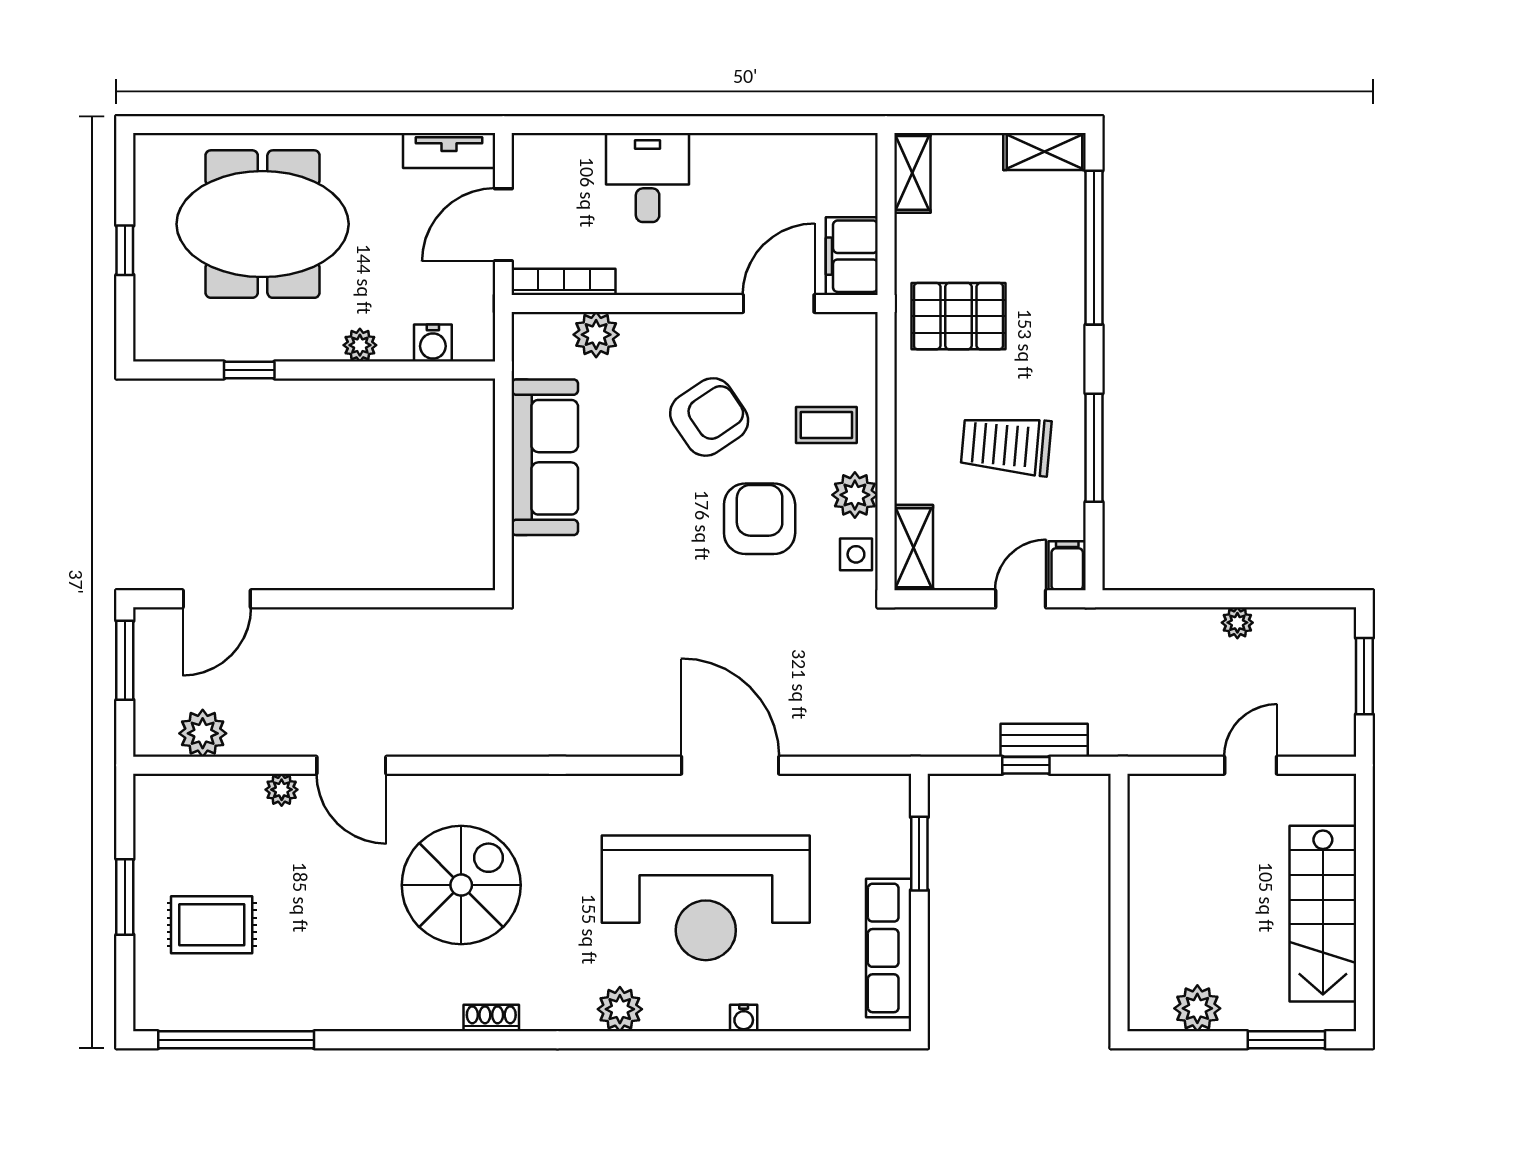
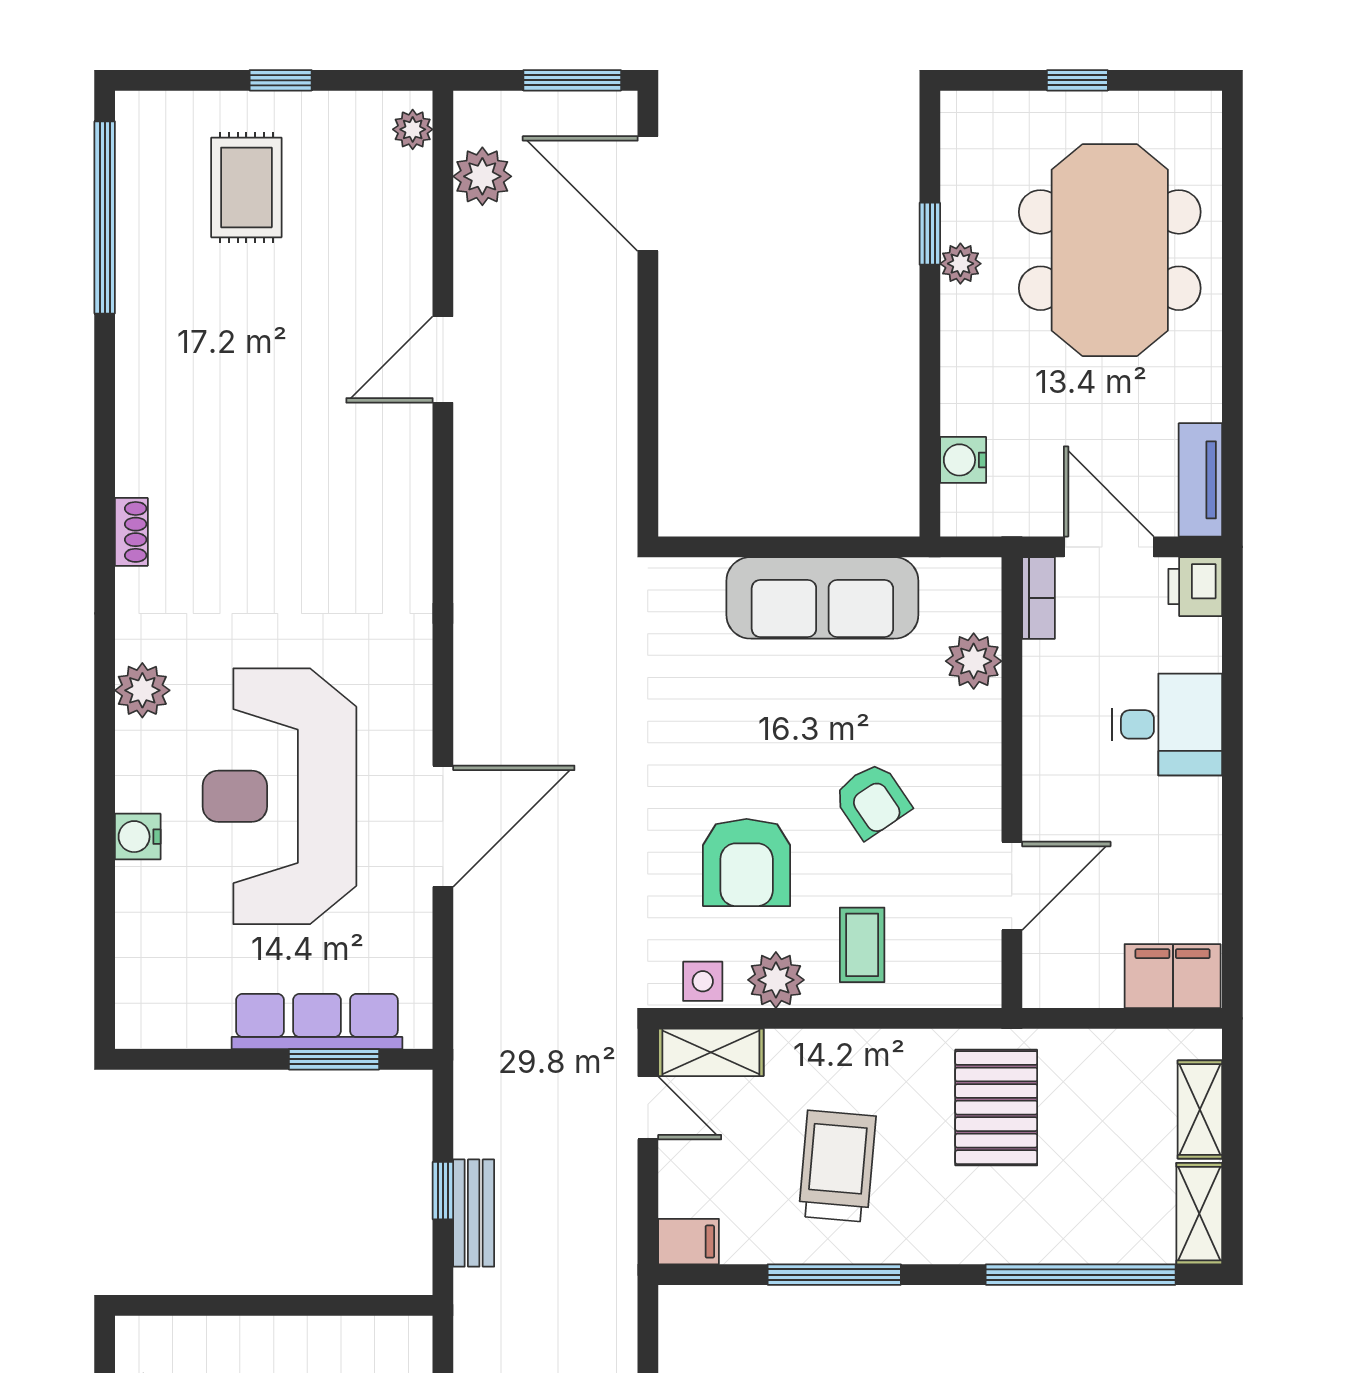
printer: (536, 155) -> (1195, 587), added
shelving: (912, 173) -> (1200, 1109), moved, turned 90
filing cabinet: (852, 256) -> (1173, 976), moved
bookcase: (564, 282) -> (1038, 598), width x0.64
door: (779, 303) -> (1012, 886), hinge flipped
plant: (360, 345) -> (960, 264), moved
armchair: (709, 417) -> (872, 800), width x0.72, depth x0.72
armchair: (760, 519) -> (747, 862), turned 90
door: (217, 599) -> (648, 194), width x1.36
door: (1021, 599) -> (648, 1108), moved
plant: (282, 790) -> (413, 129), moved
spiral stairs: (461, 885) -> (295, 495), removed
window: (125, 897) -> (281, 80), width x0.67
row of seats: (889, 948) -> (317, 1021), moved
water cooler: (744, 1018) -> (138, 837), width x1.38, depth x1.38

